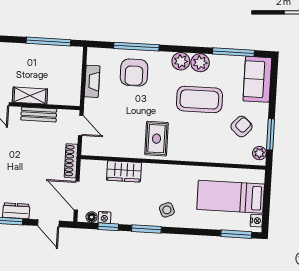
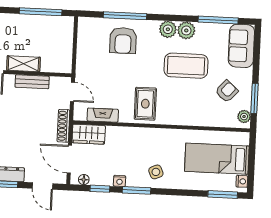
fireplace: (92, 81) -> (103, 115), moved, turned -90
wardrobe: (124, 171) -> (89, 134), moved
nightstand: (104, 217) -> (120, 181), moved

